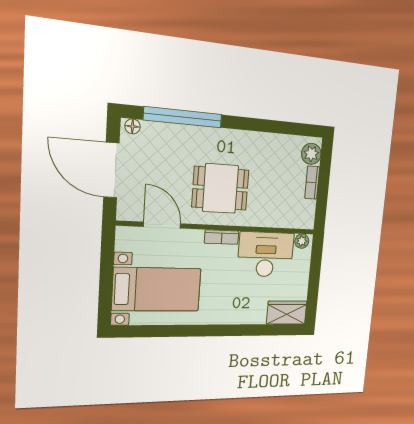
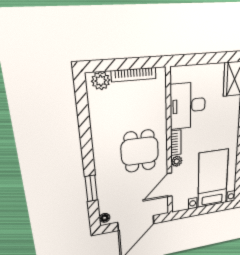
window: (183, 117) -> (91, 188), width x0.47
bookcase: (312, 183) -> (134, 75), width x1.56
plant: (302, 241) -> (177, 161), moved

